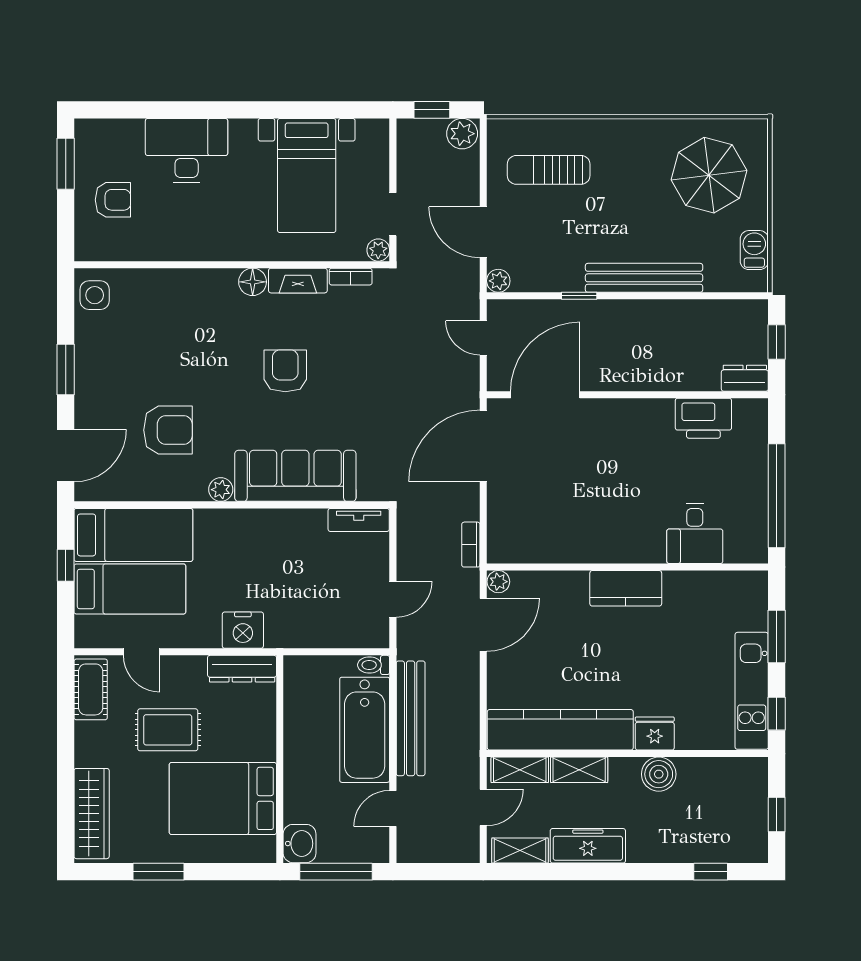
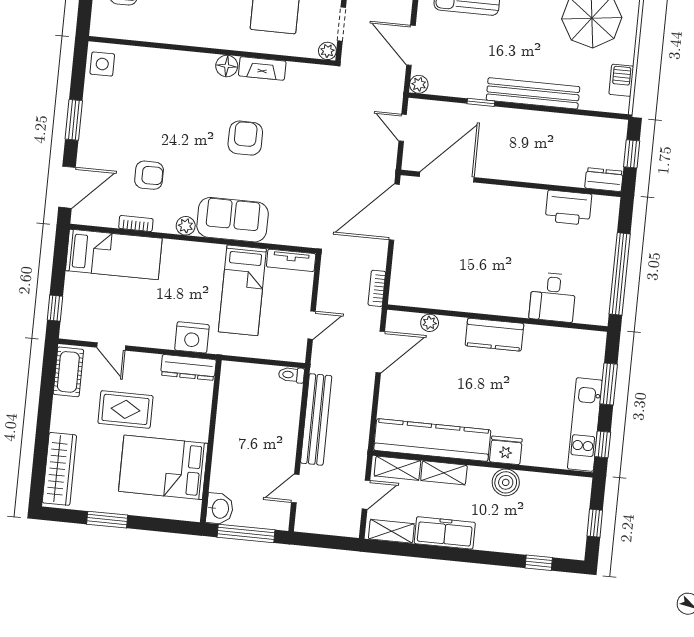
bookcase: (351, 277) -> (136, 224), moved, turned 180
armchair: (168, 430) -> (149, 175), width x0.72, depth x0.72
sofa: (295, 476) -> (233, 220), width x0.73
window: (66, 565) -> (55, 308), moved
plant: (498, 582) -> (430, 323), moved
bed: (130, 589) -> (242, 290), moved, turned 90
bathtub: (365, 730) -> (279, 425), removed

